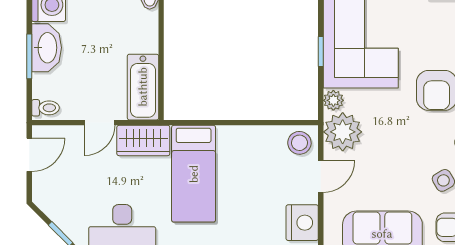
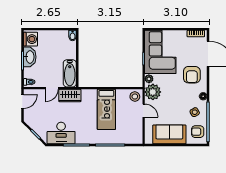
bed: (194, 174) -> (106, 109), moved
door: (321, 177) -> (144, 111), hinge flipped
nightstand: (302, 223) -> (136, 130), removed

